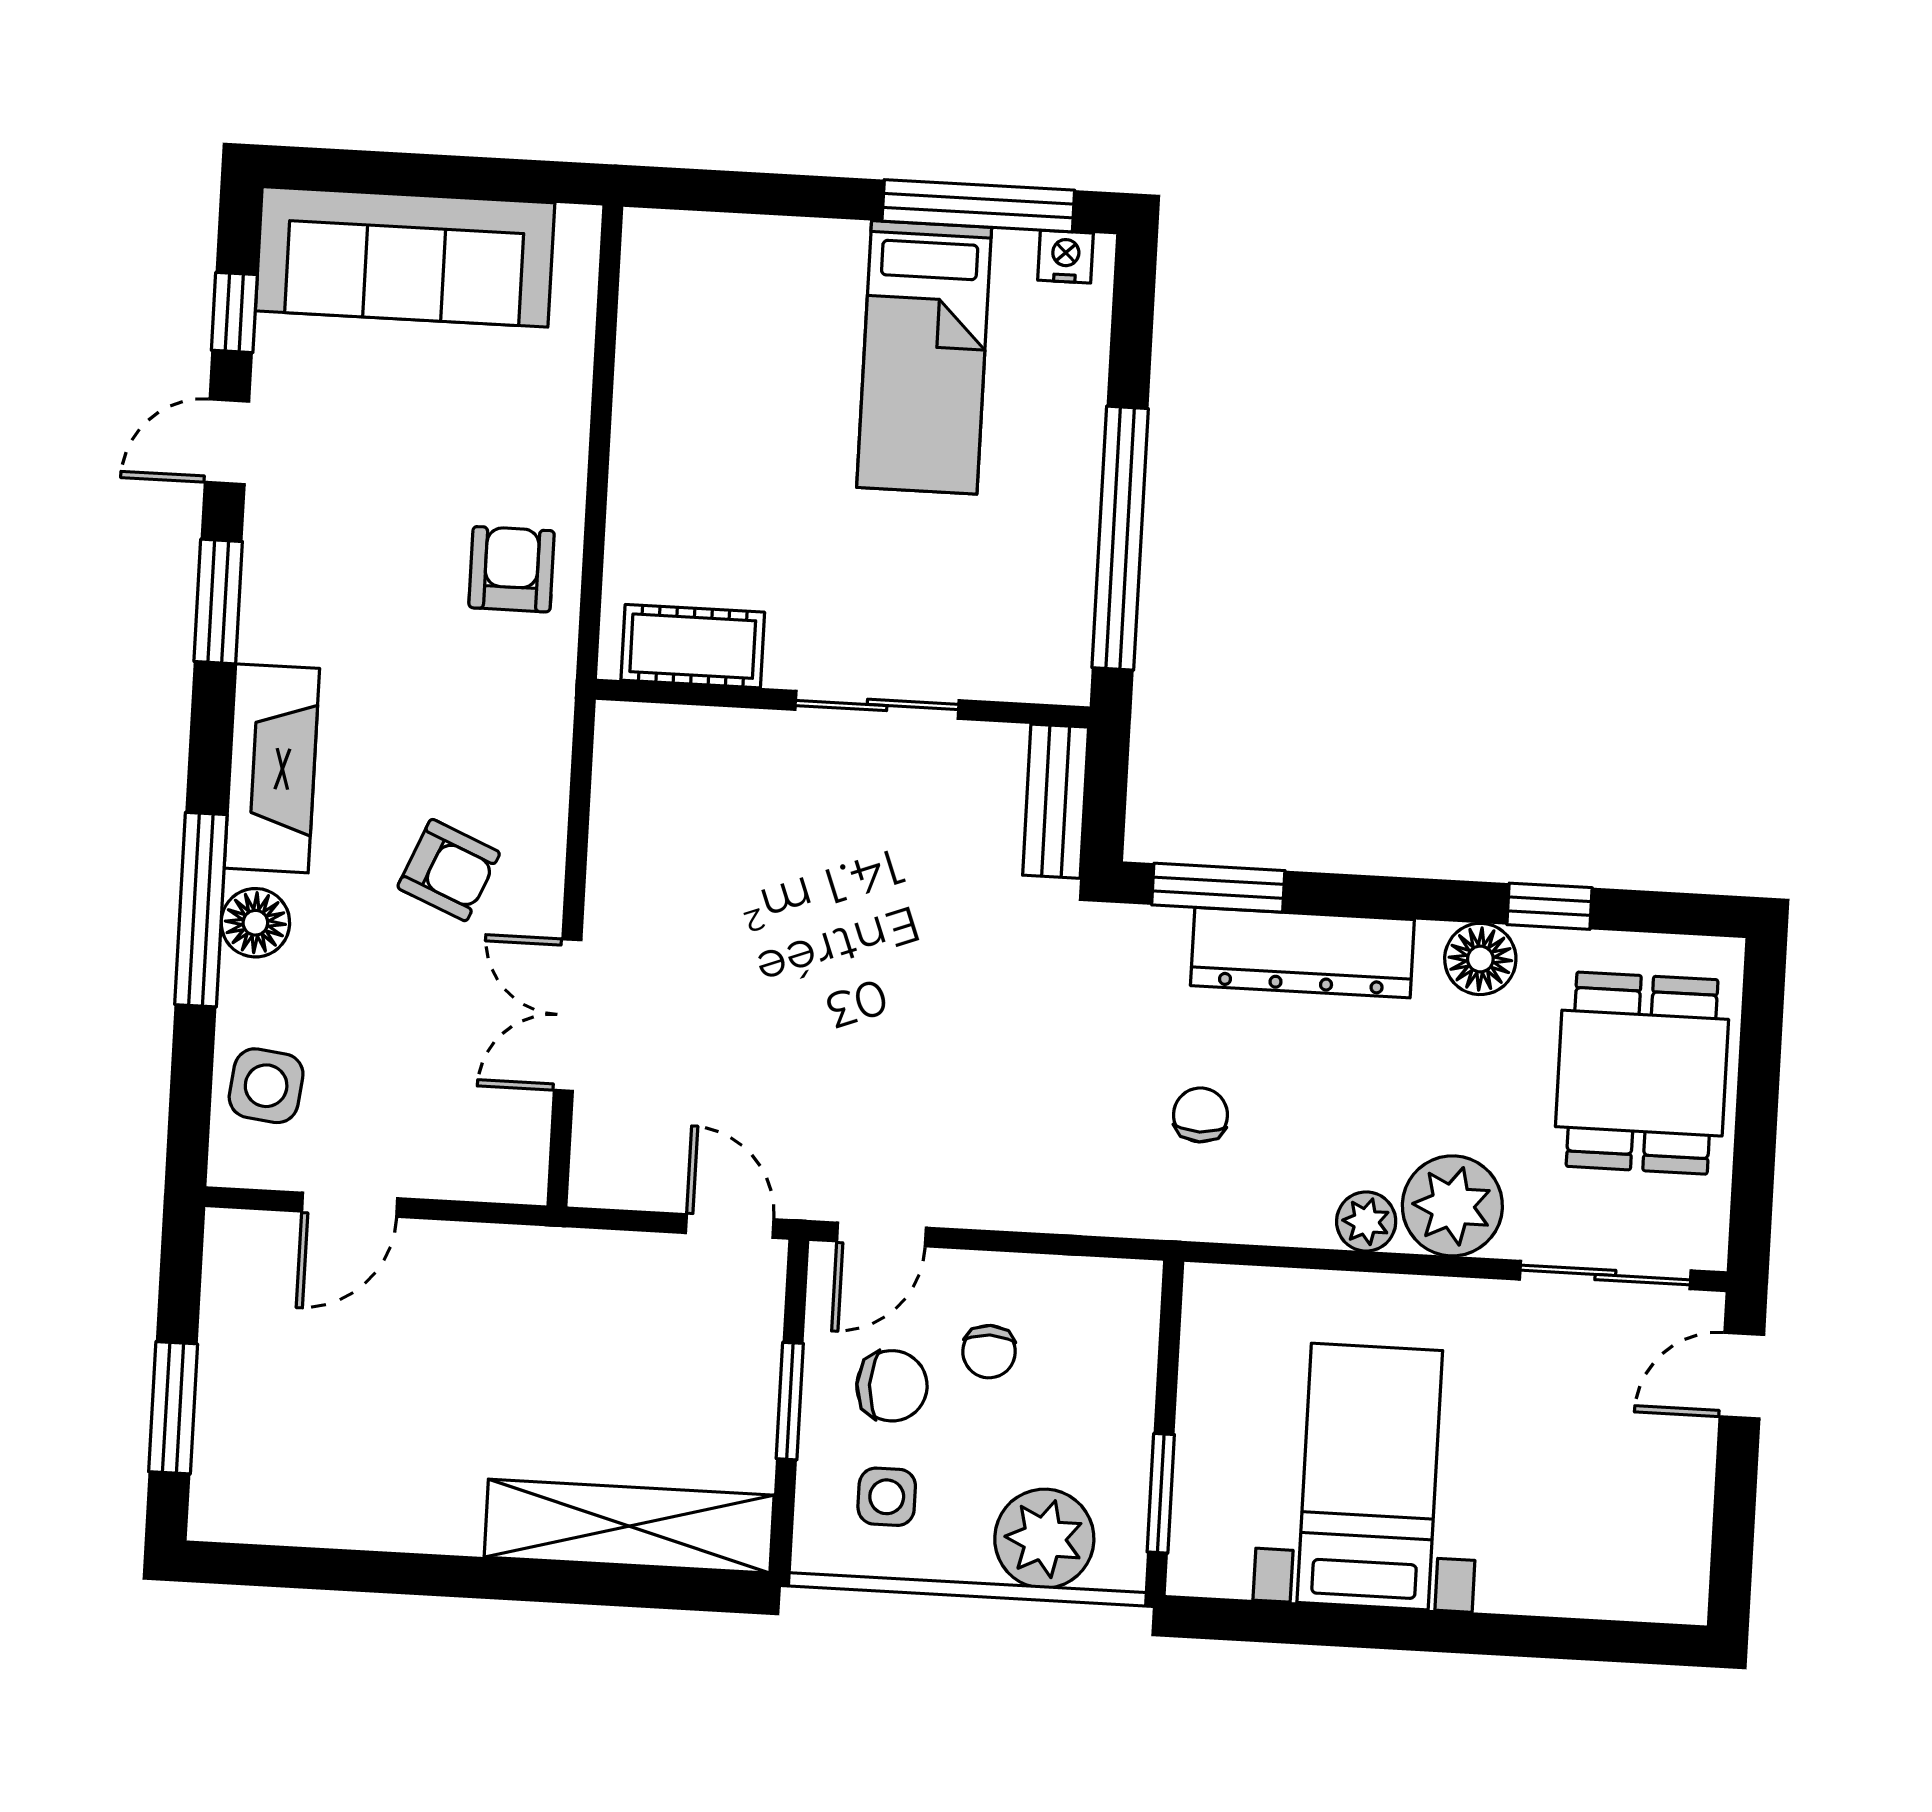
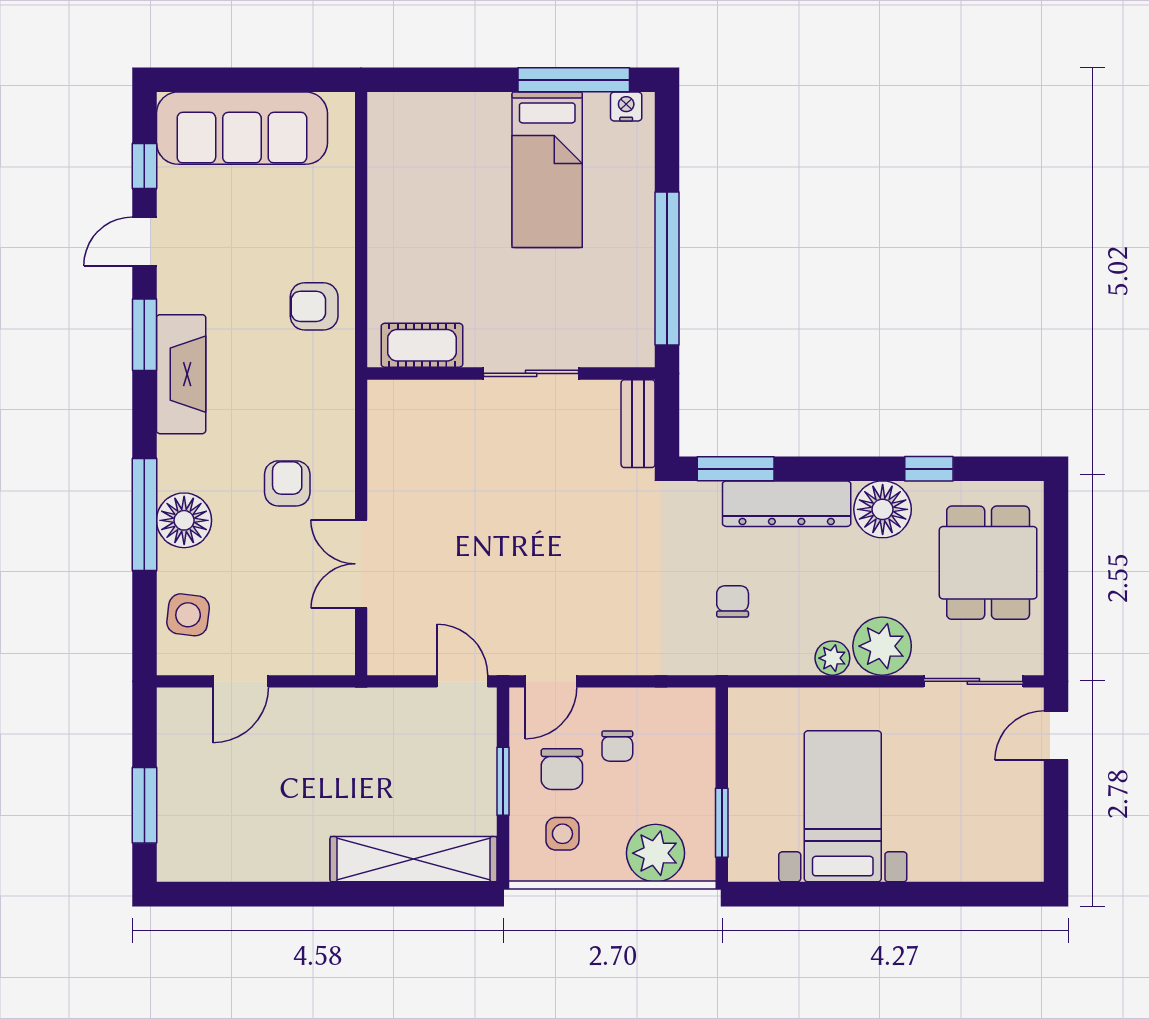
armchair: (512, 569) -> (314, 306), turned -90
fireplace: (272, 768) -> (181, 374), moved
armchair: (449, 870) -> (287, 483), turned -113
floor lamp: (255, 923) -> (184, 520), width x1.38, depth x1.38
floor lamp: (1480, 959) -> (883, 509), width x1.38, depth x1.38
chair: (892, 1386) -> (562, 769), turned 90

